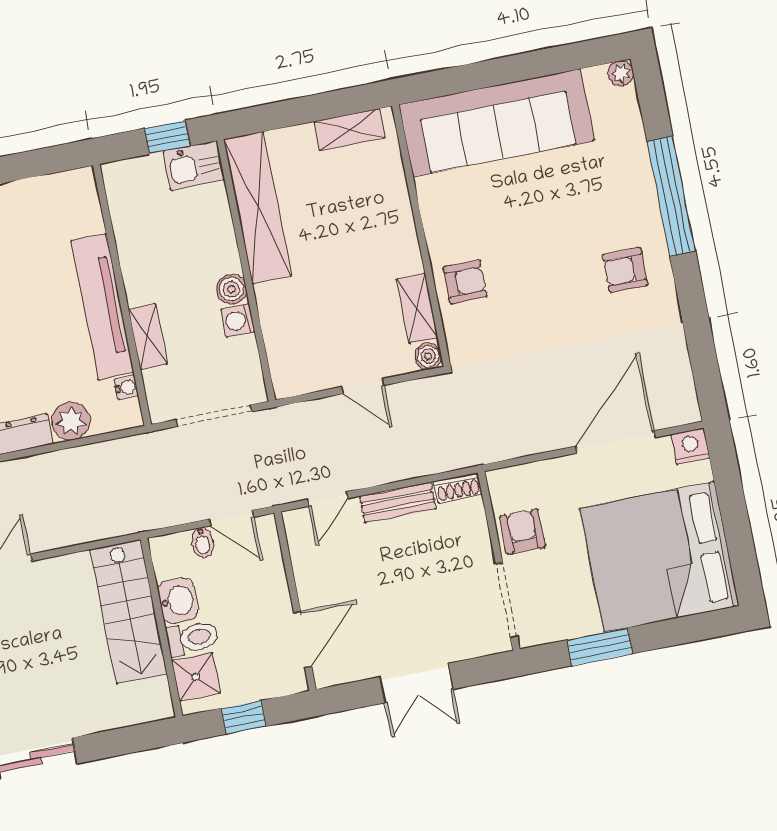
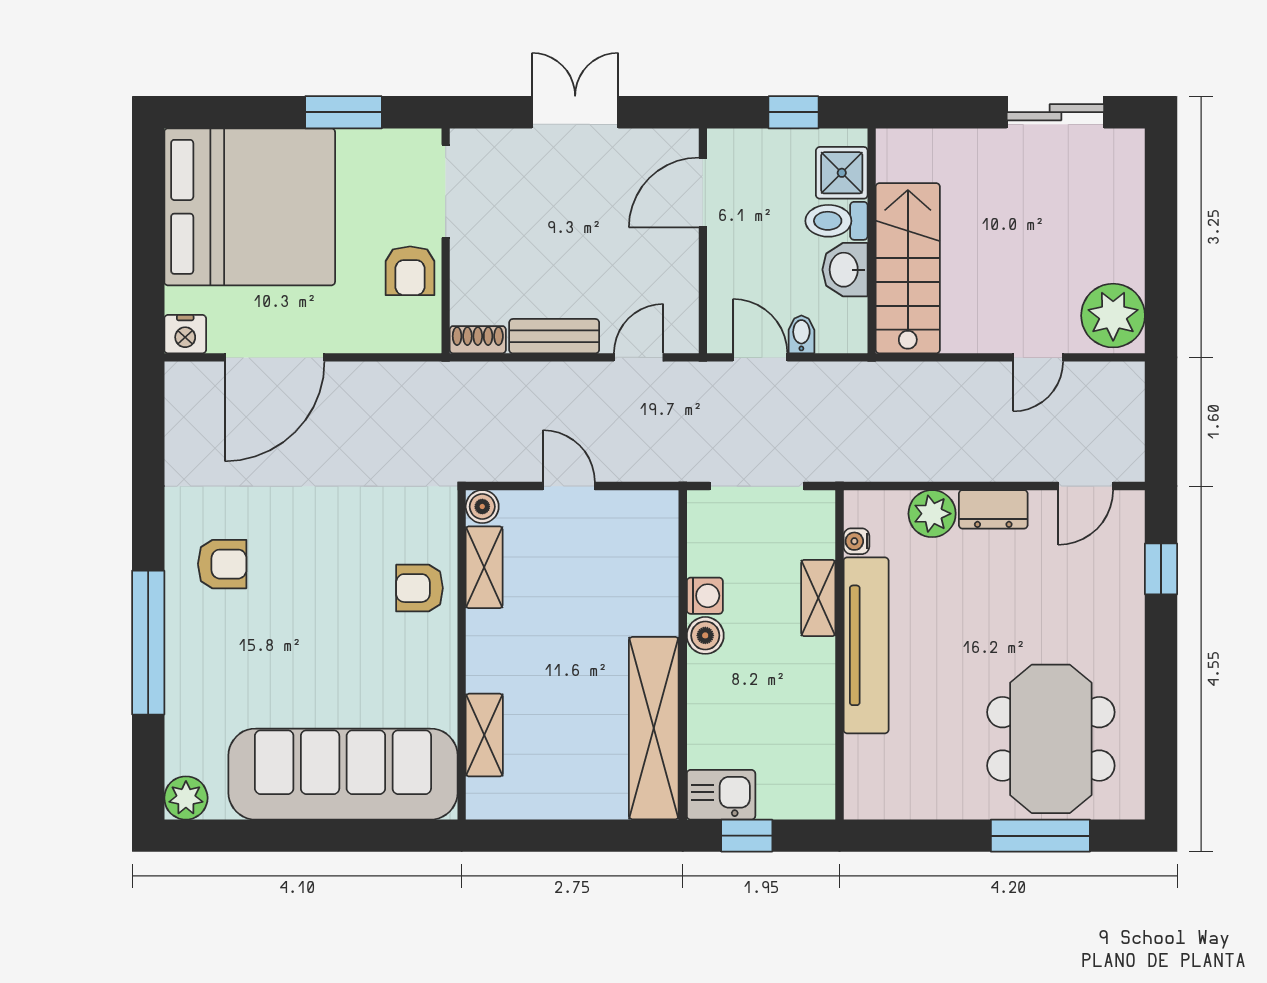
plant: (621, 73) -> (186, 798), width x1.38, depth x1.38
shelving: (349, 130) -> (484, 735), moved, turned 90

